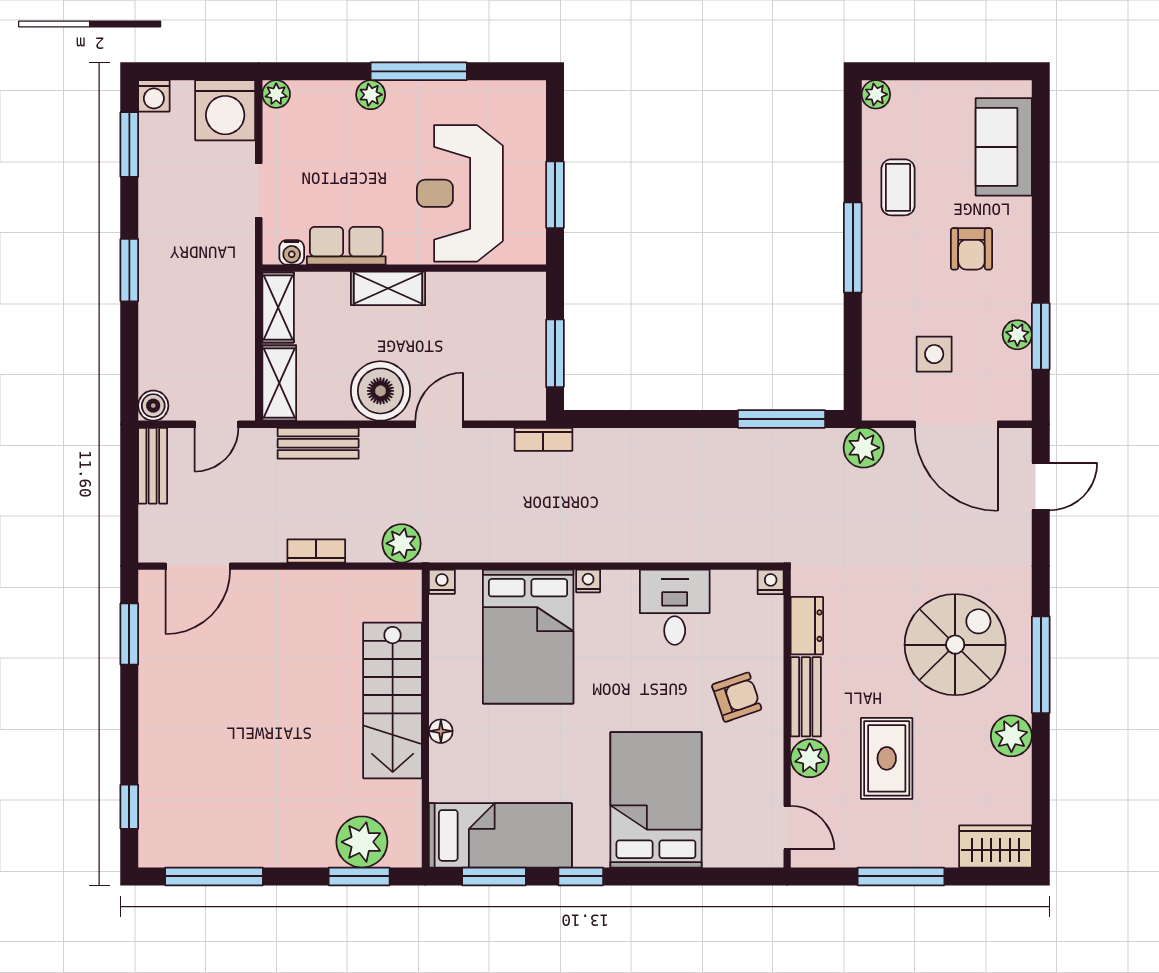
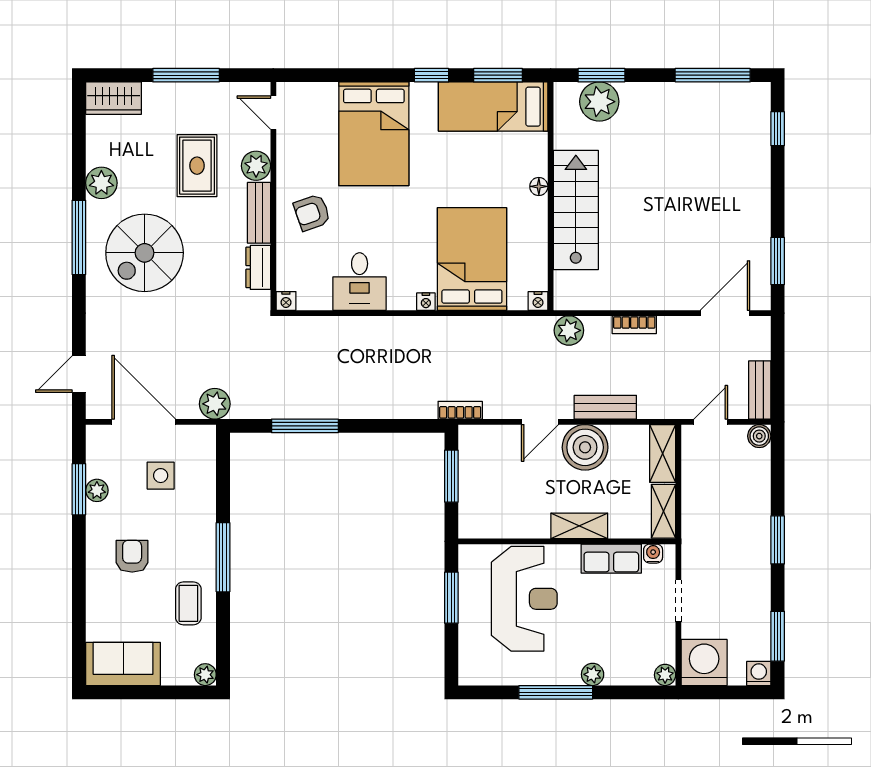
sofa: (1004, 147) -> (123, 664), moved, turned -90
window: (781, 419) -> (305, 426), moved
bench: (318, 443) -> (605, 407), moved

